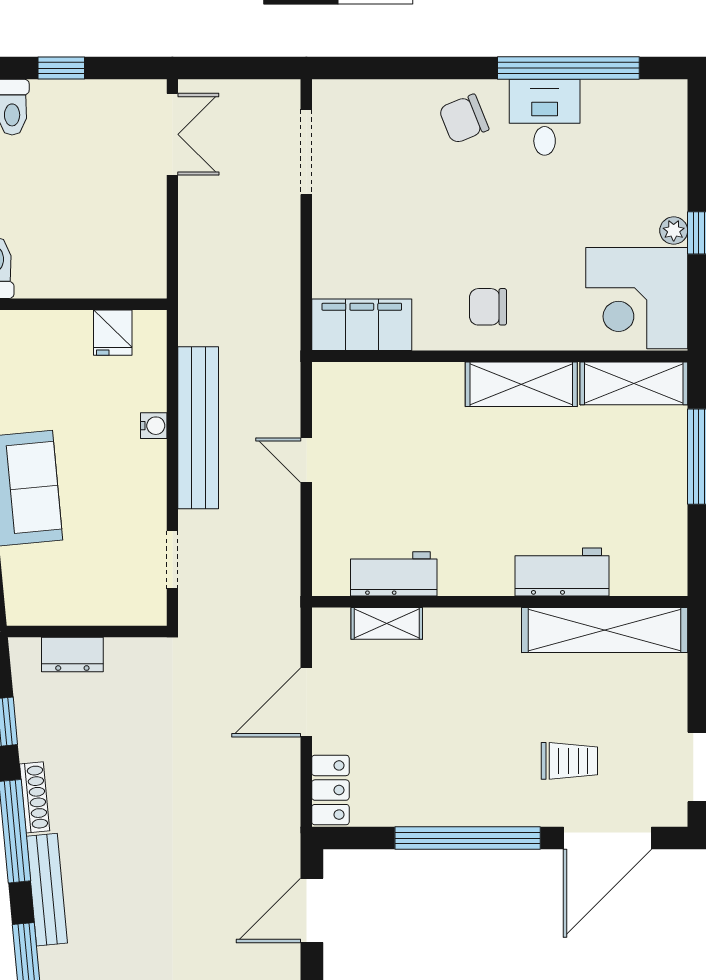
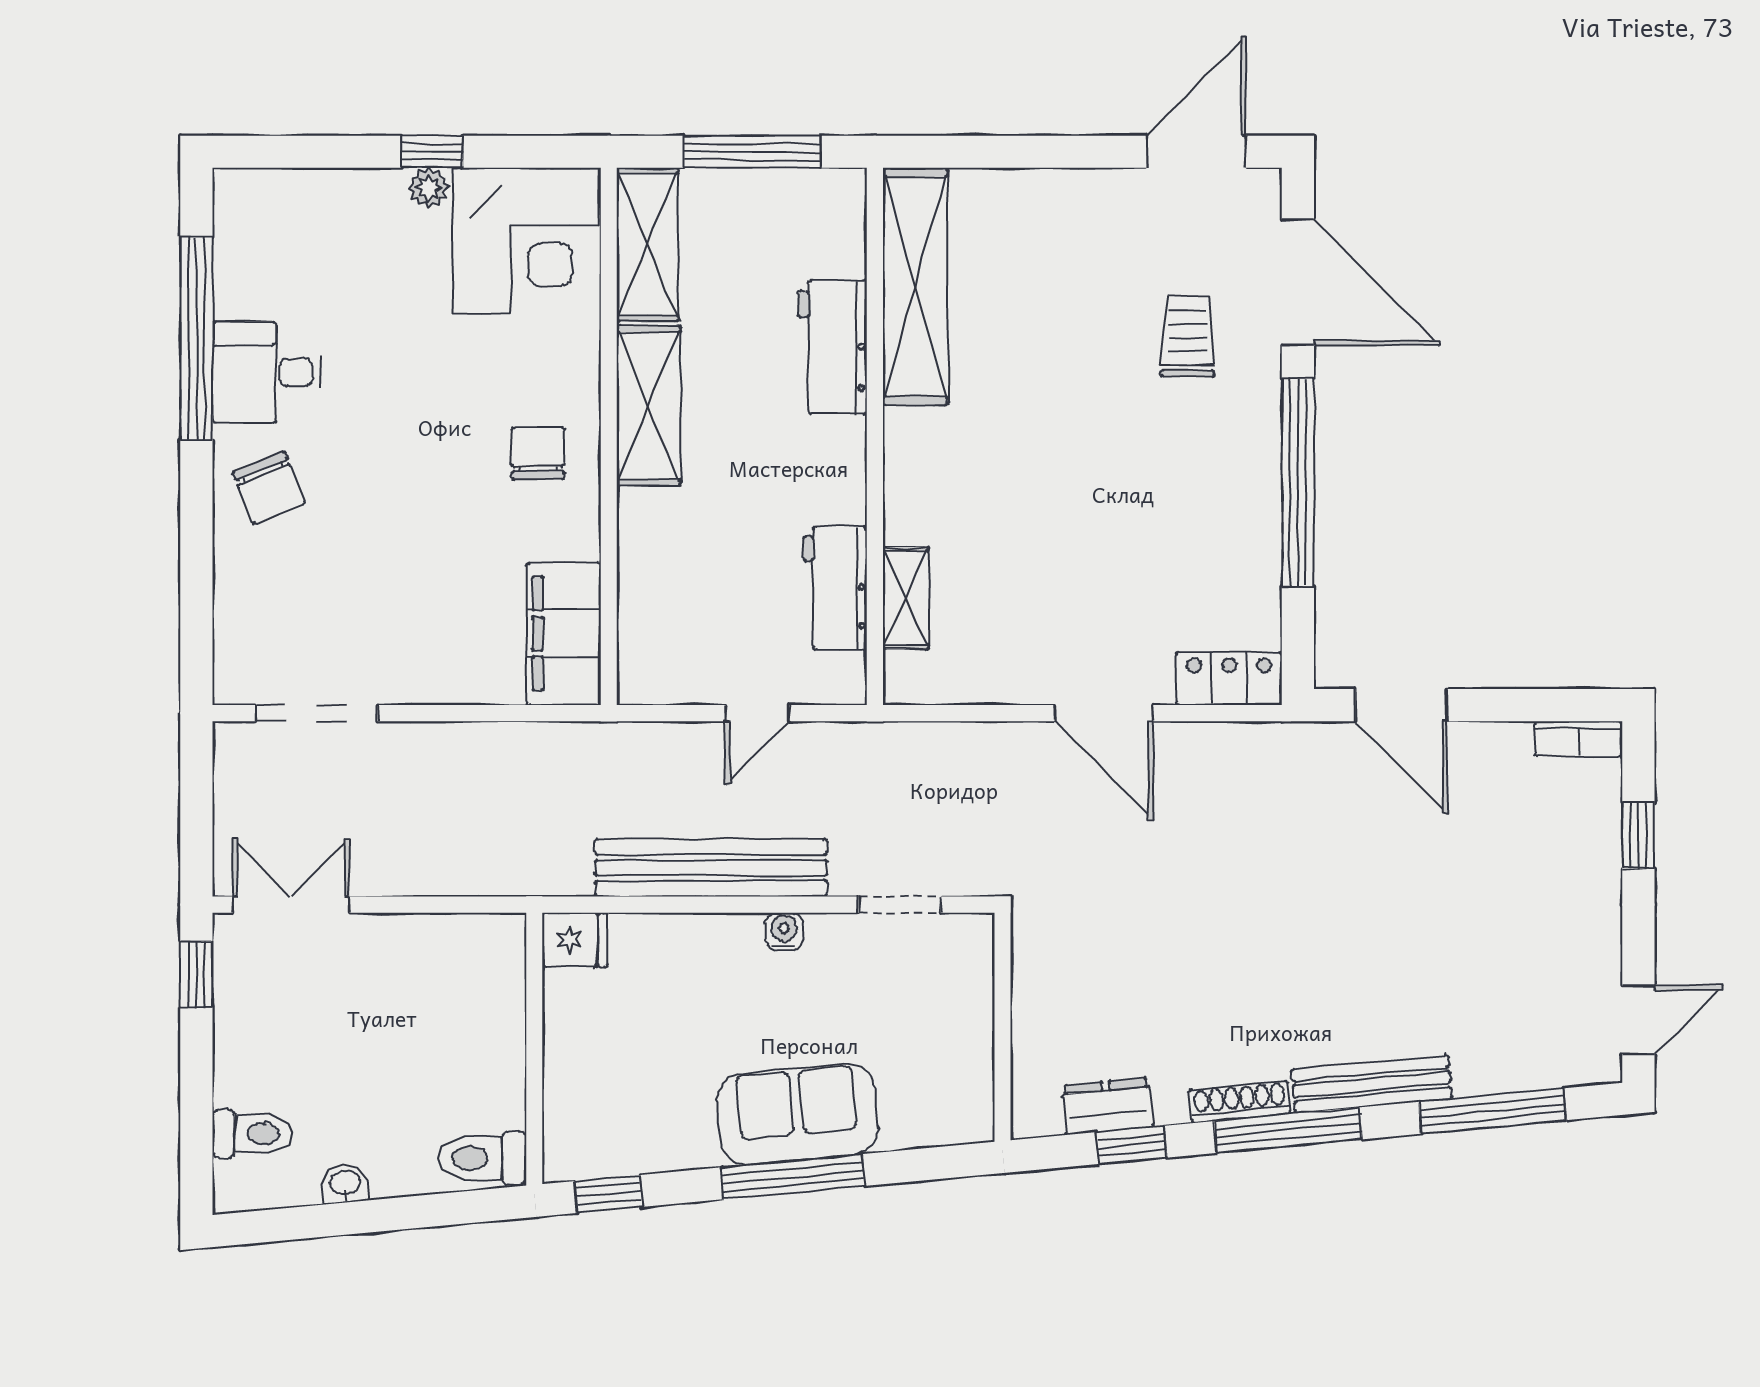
window: (61, 68) -> (196, 974), moved
chair: (488, 307) -> (538, 453), turned 180
fridge: (113, 333) -> (575, 940), moved
water cooler: (154, 426) -> (784, 931), moved
workbench: (562, 572) -> (832, 347), moved
workbench: (394, 574) -> (835, 588), moved
wall: (500, 602) -> (875, 436), moved
shelving: (387, 623) -> (906, 598), moved
shelving: (605, 630) -> (915, 286), moved
dresser: (72, 655) -> (1108, 1106), moved, turned -95

